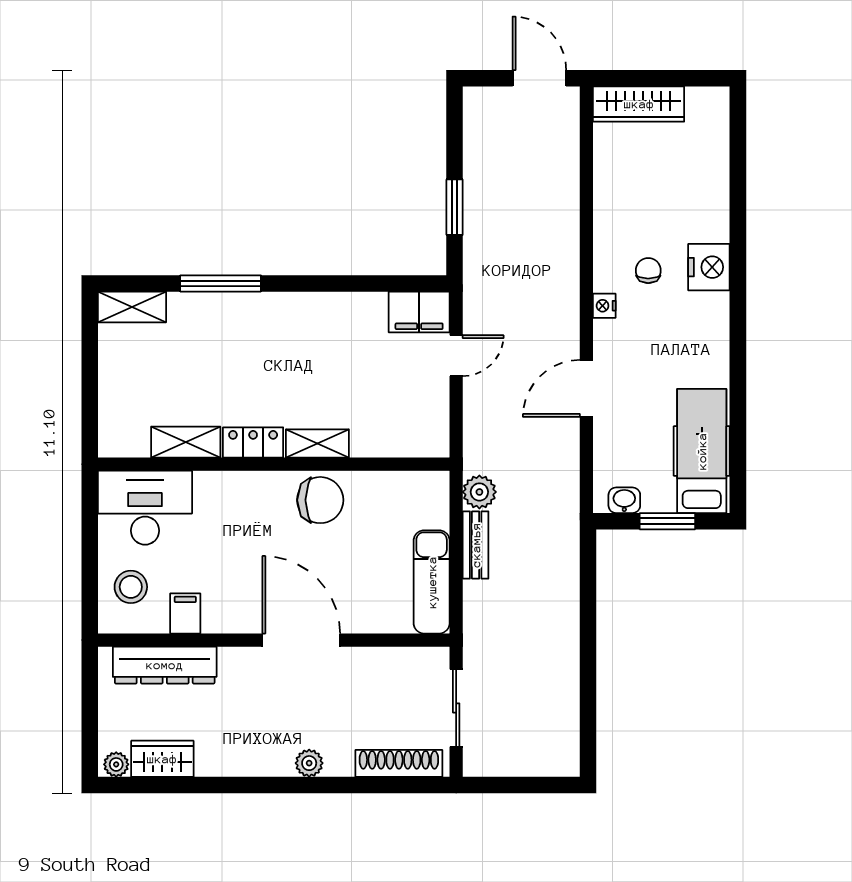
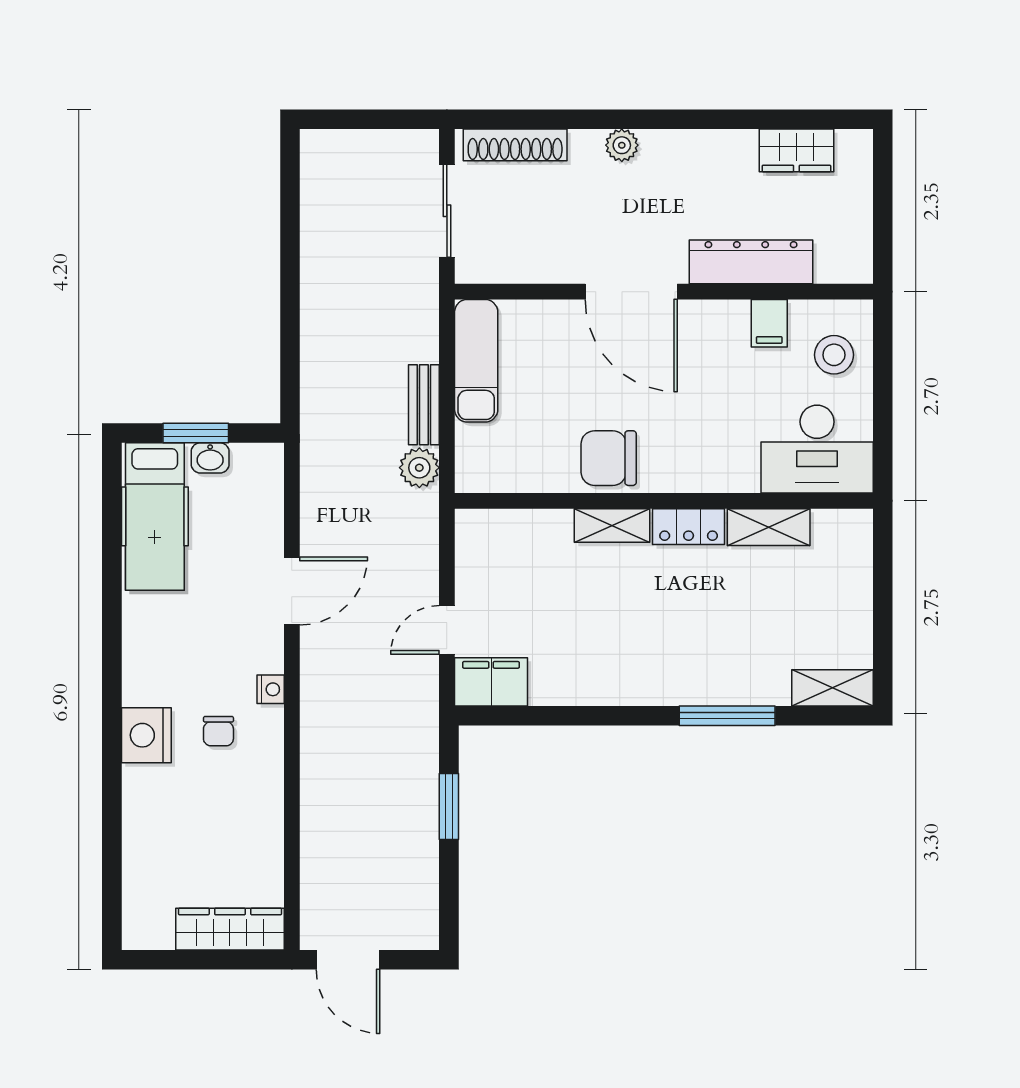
washbasin: (624, 500) -> (210, 458), moved
dresser: (165, 665) -> (751, 262), moved
plant: (116, 764) -> (851, 144), removed

